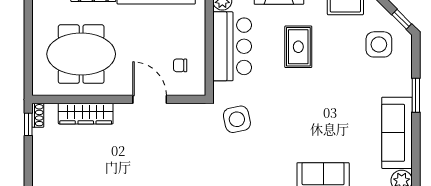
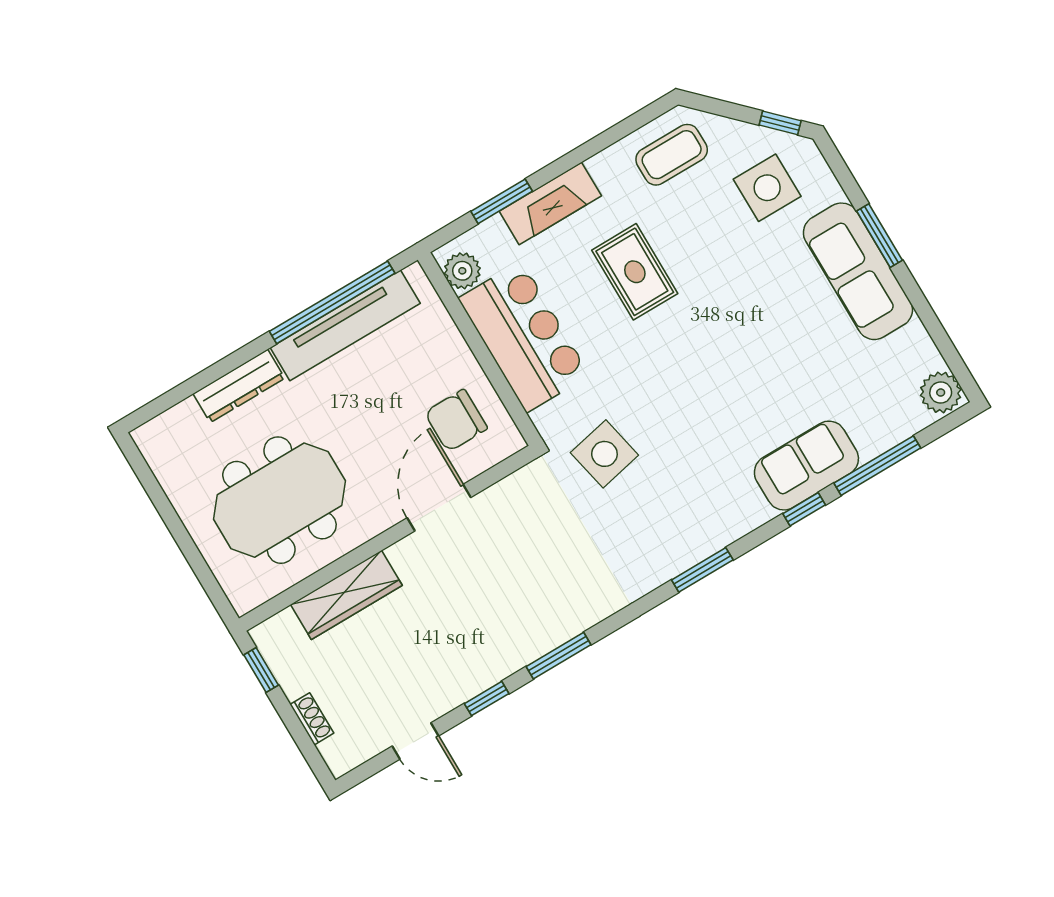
chair: (180, 65) -> (456, 420), width x1.87, depth x1.87
door: (150, 99) -> (439, 508), hinge flipped
shoe rack: (38, 115) -> (312, 719), moved
sofa: (397, 133) -> (858, 271), moved

